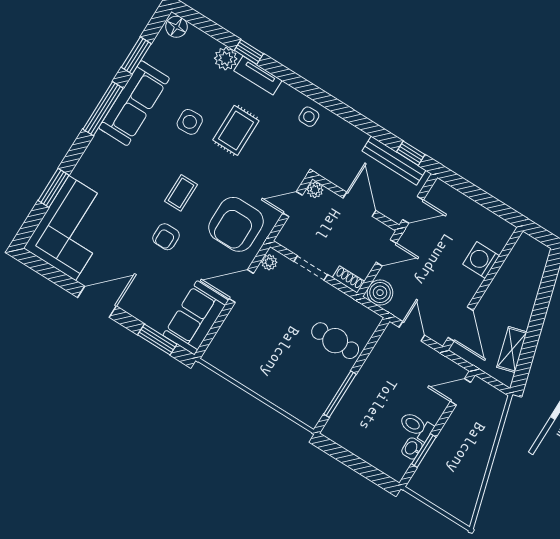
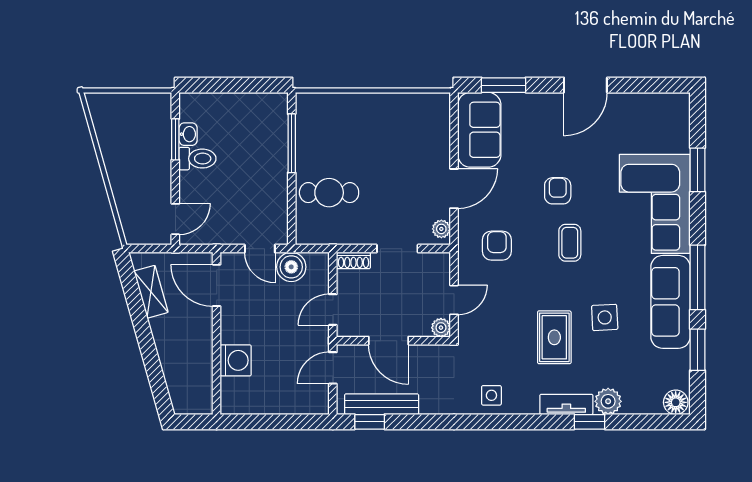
armchair: (236, 224) -> (497, 246), width x0.53, depth x0.53
corner sofa: (72, 228) -> (655, 204), moved
boiler: (380, 293) -> (291, 267), moved

